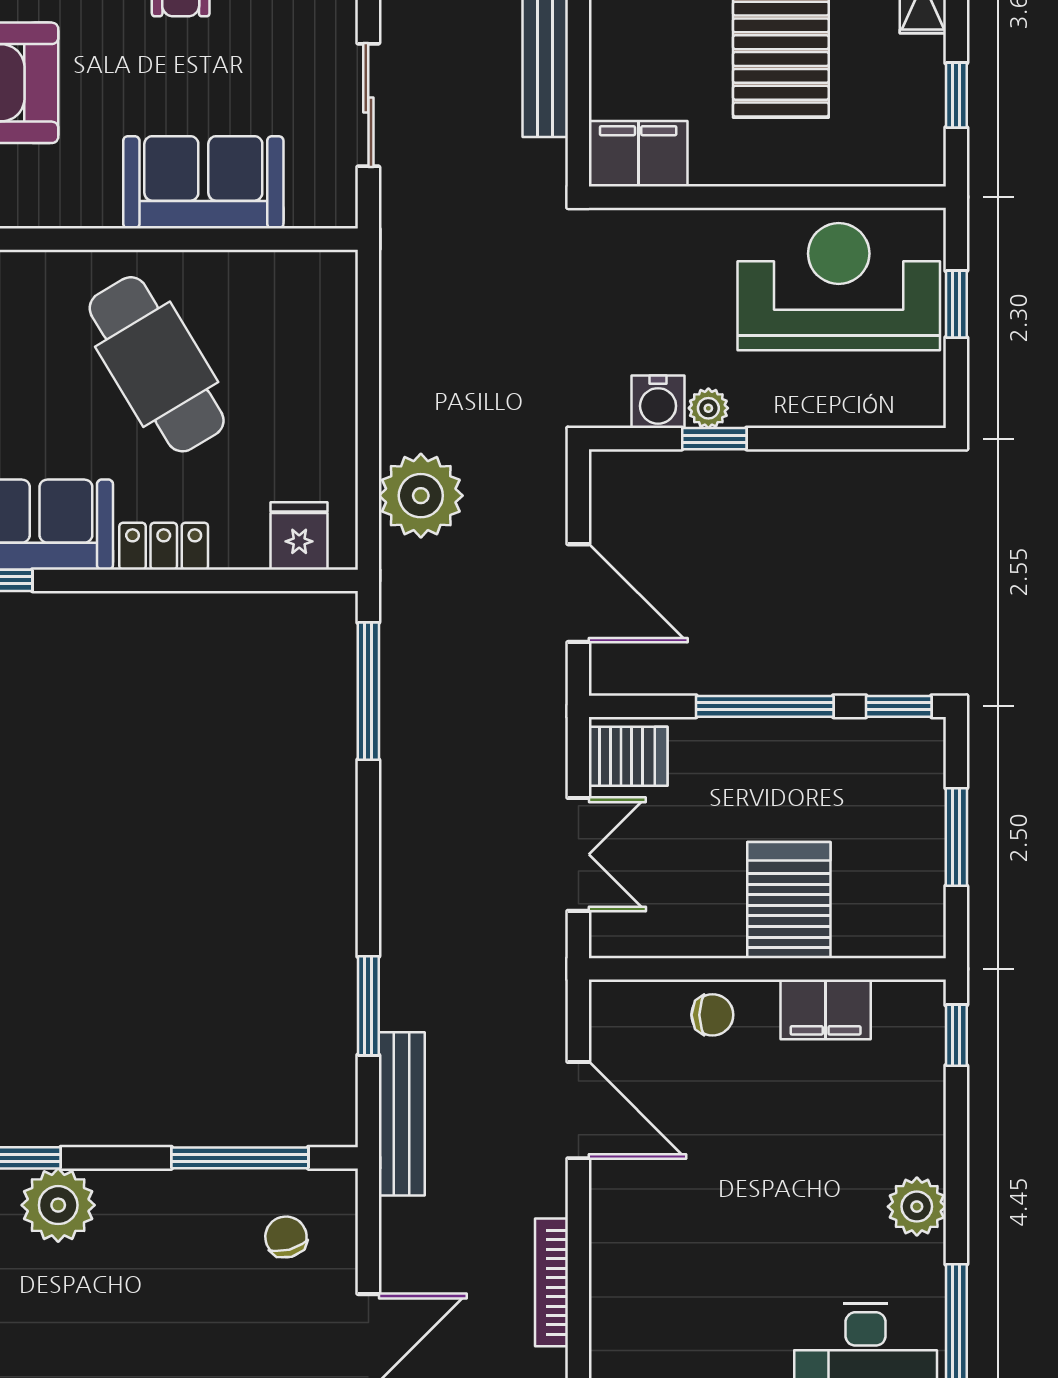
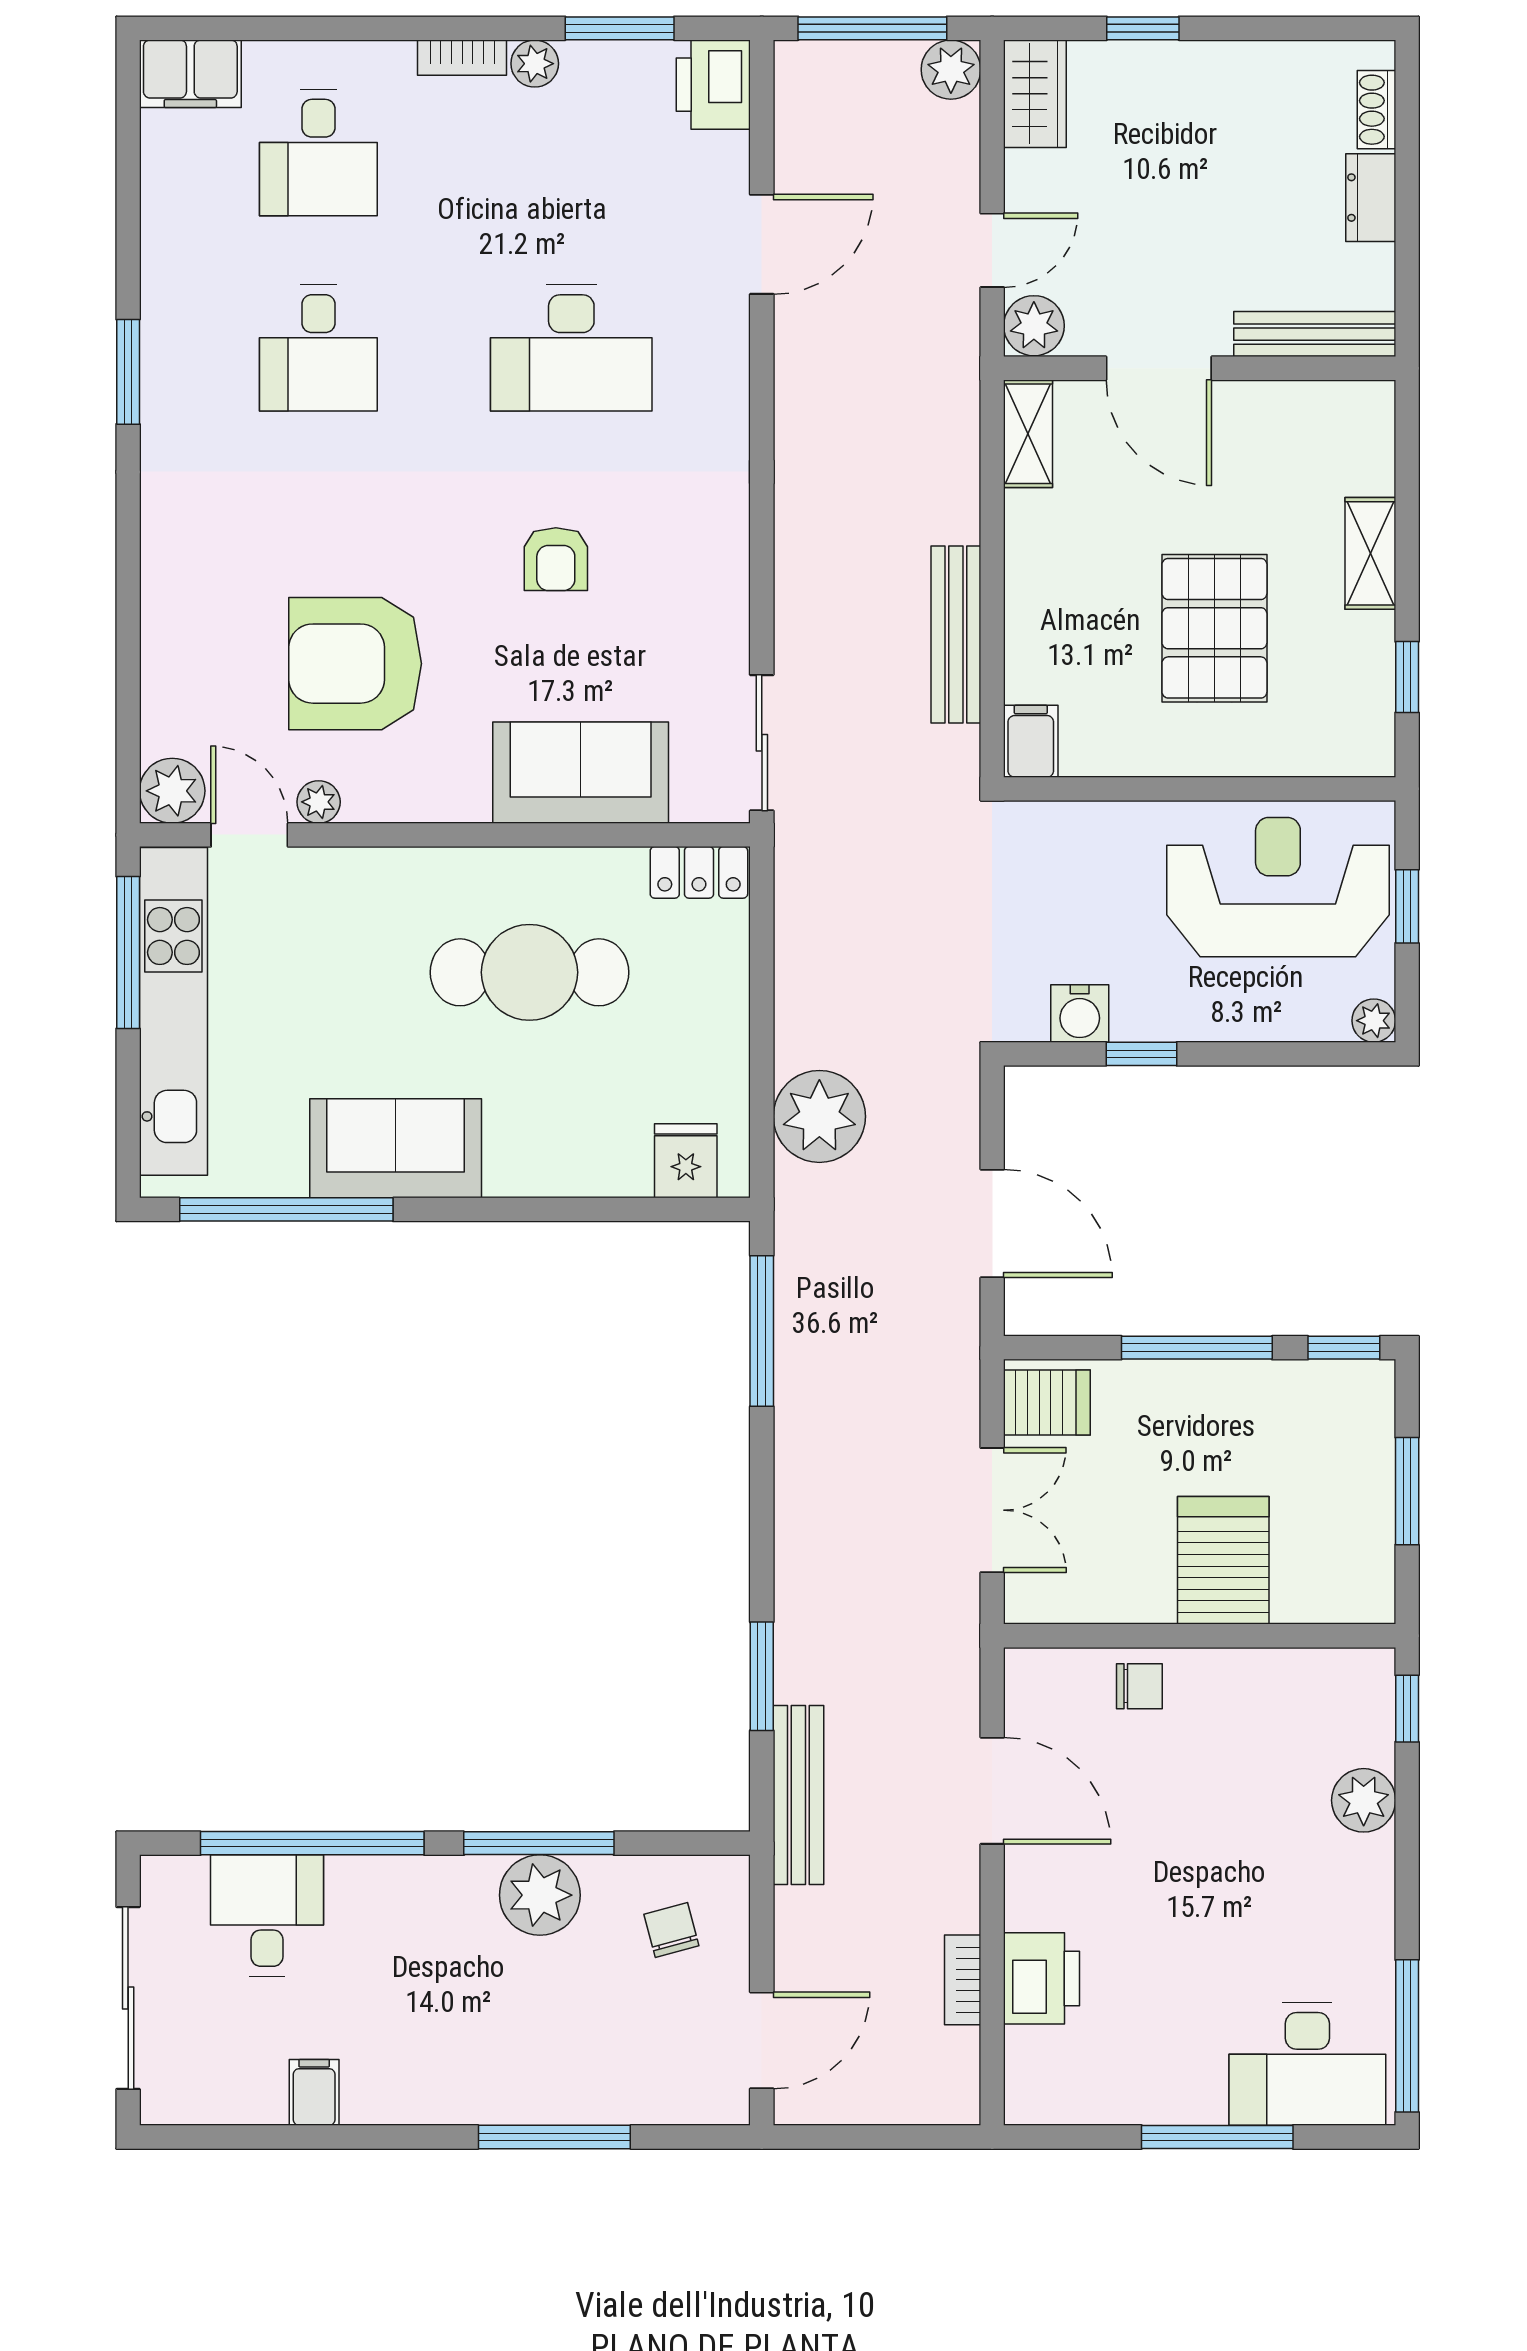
sliding door: (368, 105) -> (762, 743), moved
filing cabinet: (638, 154) -> (1031, 741), width x0.50
cafe table: (157, 364) -> (529, 972), turned -59
plant: (708, 408) -> (1374, 1021), moved
locker: (164, 546) -> (699, 872), moved, turned 180
filing cabinet: (826, 1009) -> (1264, 1680), removed
window: (240, 1158) -> (539, 1843), moved
plant: (58, 1205) -> (540, 1895), moved
plant: (917, 1207) -> (1364, 1800), moved
printer: (623, 1281) -> (1042, 1978), added
bookcase: (551, 1282) -> (963, 1980), width x0.64

